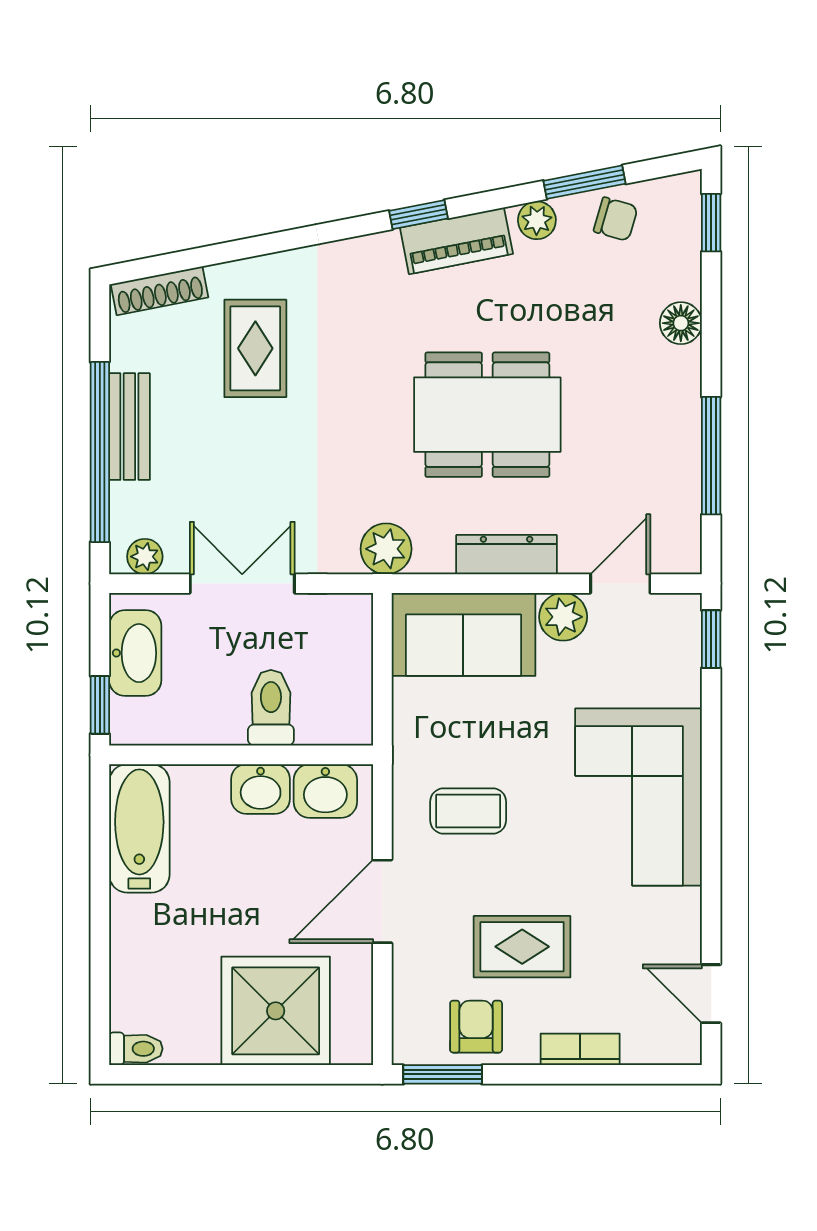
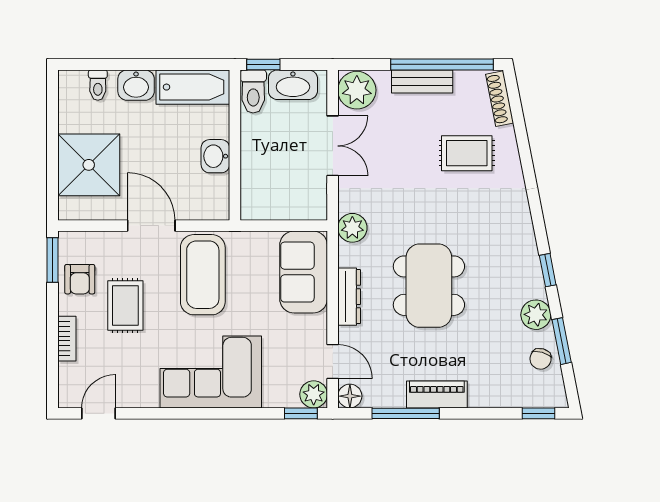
window: (419, 215) -> (548, 270), moved
plant: (537, 220) -> (536, 315), width x1.38, depth x1.38
piano: (456, 241) -> (437, 394), moved, turned 101
floor lamp: (681, 323) -> (350, 396), moved
window: (100, 452) -> (442, 64), moved
plant: (145, 557) -> (357, 90), width x1.88, depth x1.88
plant: (563, 617) -> (314, 394), moved
toilet: (271, 708) -> (253, 91), moved, turned 90
washbasin: (325, 791) -> (136, 85), moved, turned -90
coffee table: (468, 811) -> (203, 275), width x1.86, depth x1.72
armchair: (476, 1027) -> (80, 279), turned 90
toilet: (136, 1049) -> (98, 85), moved

